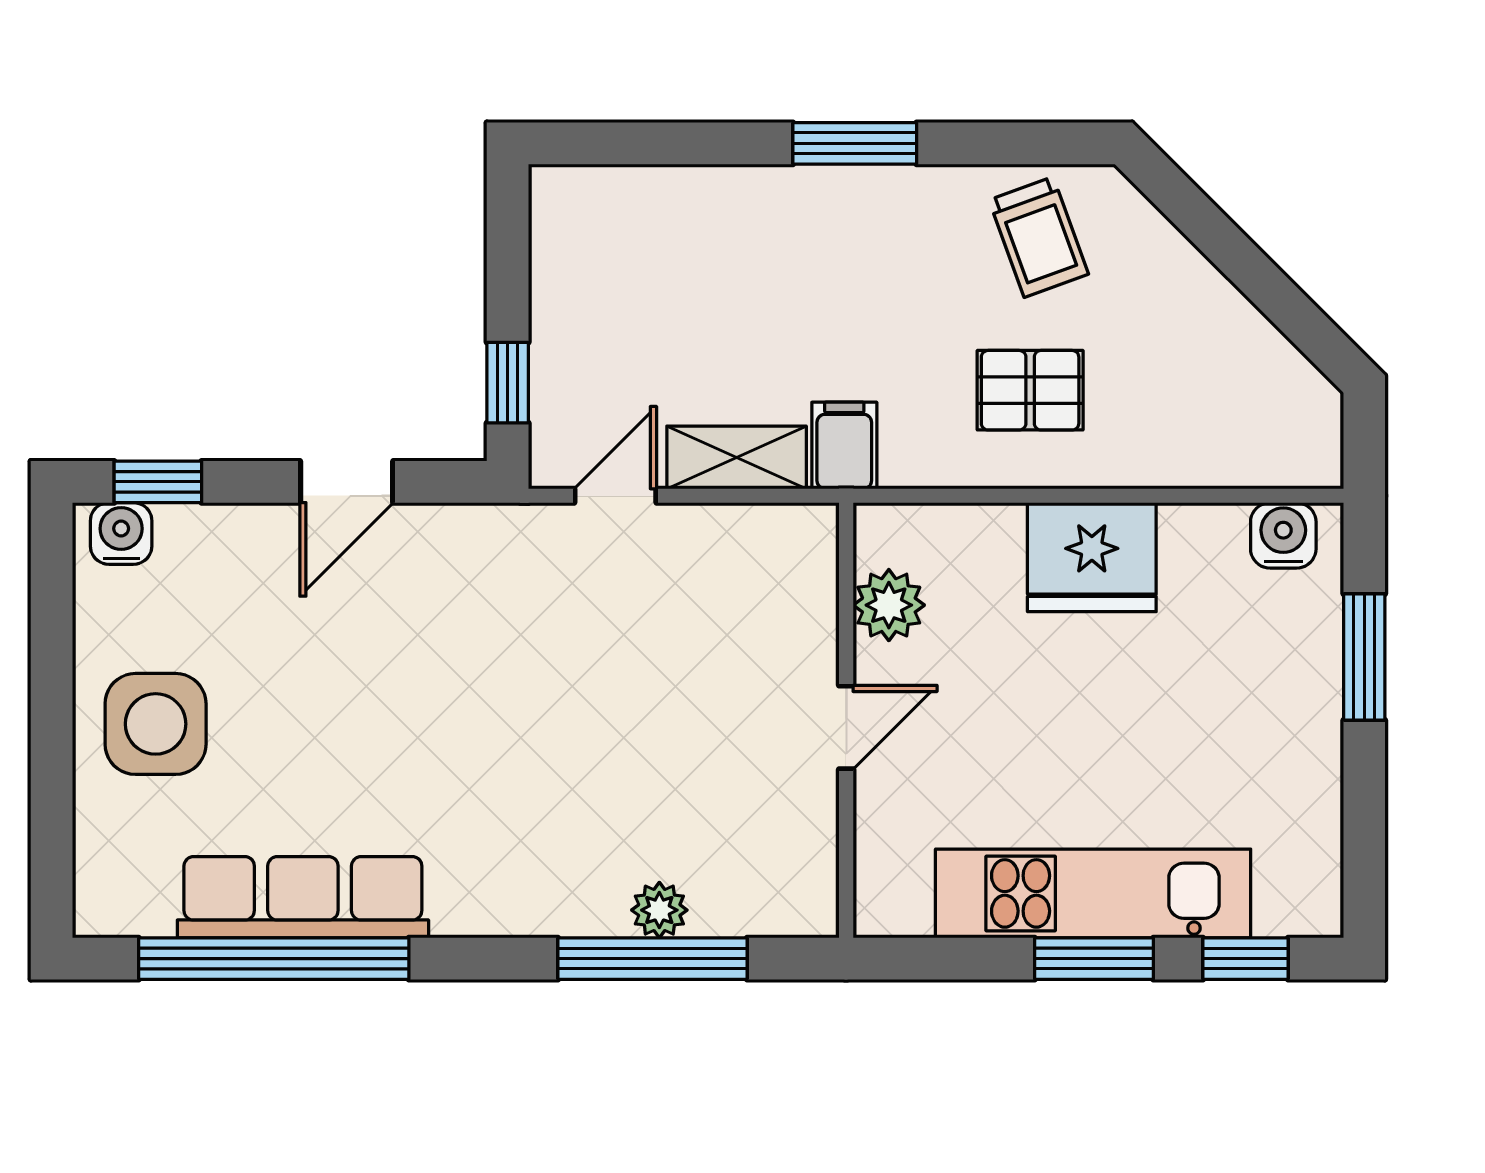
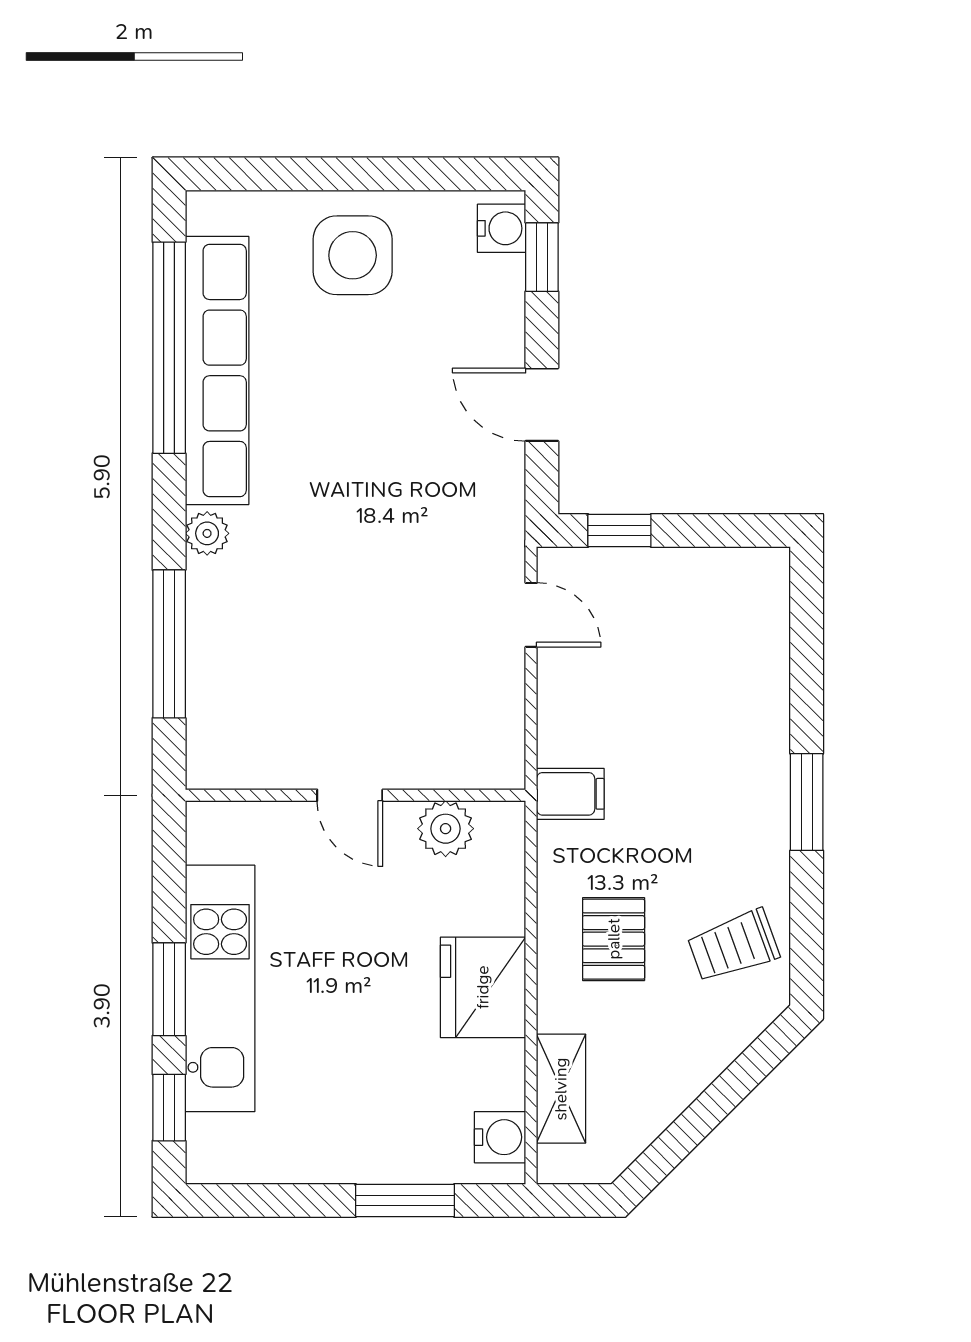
shelving: (737, 457) -> (561, 1089), moved
row of seats: (303, 897) -> (217, 370), width x1.36
plant: (659, 910) -> (207, 533), moved

